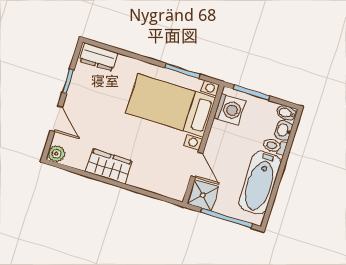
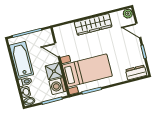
wardrobe: (109, 166) -> (93, 24), width x1.50
shower: (203, 195) -> (54, 71), moved

